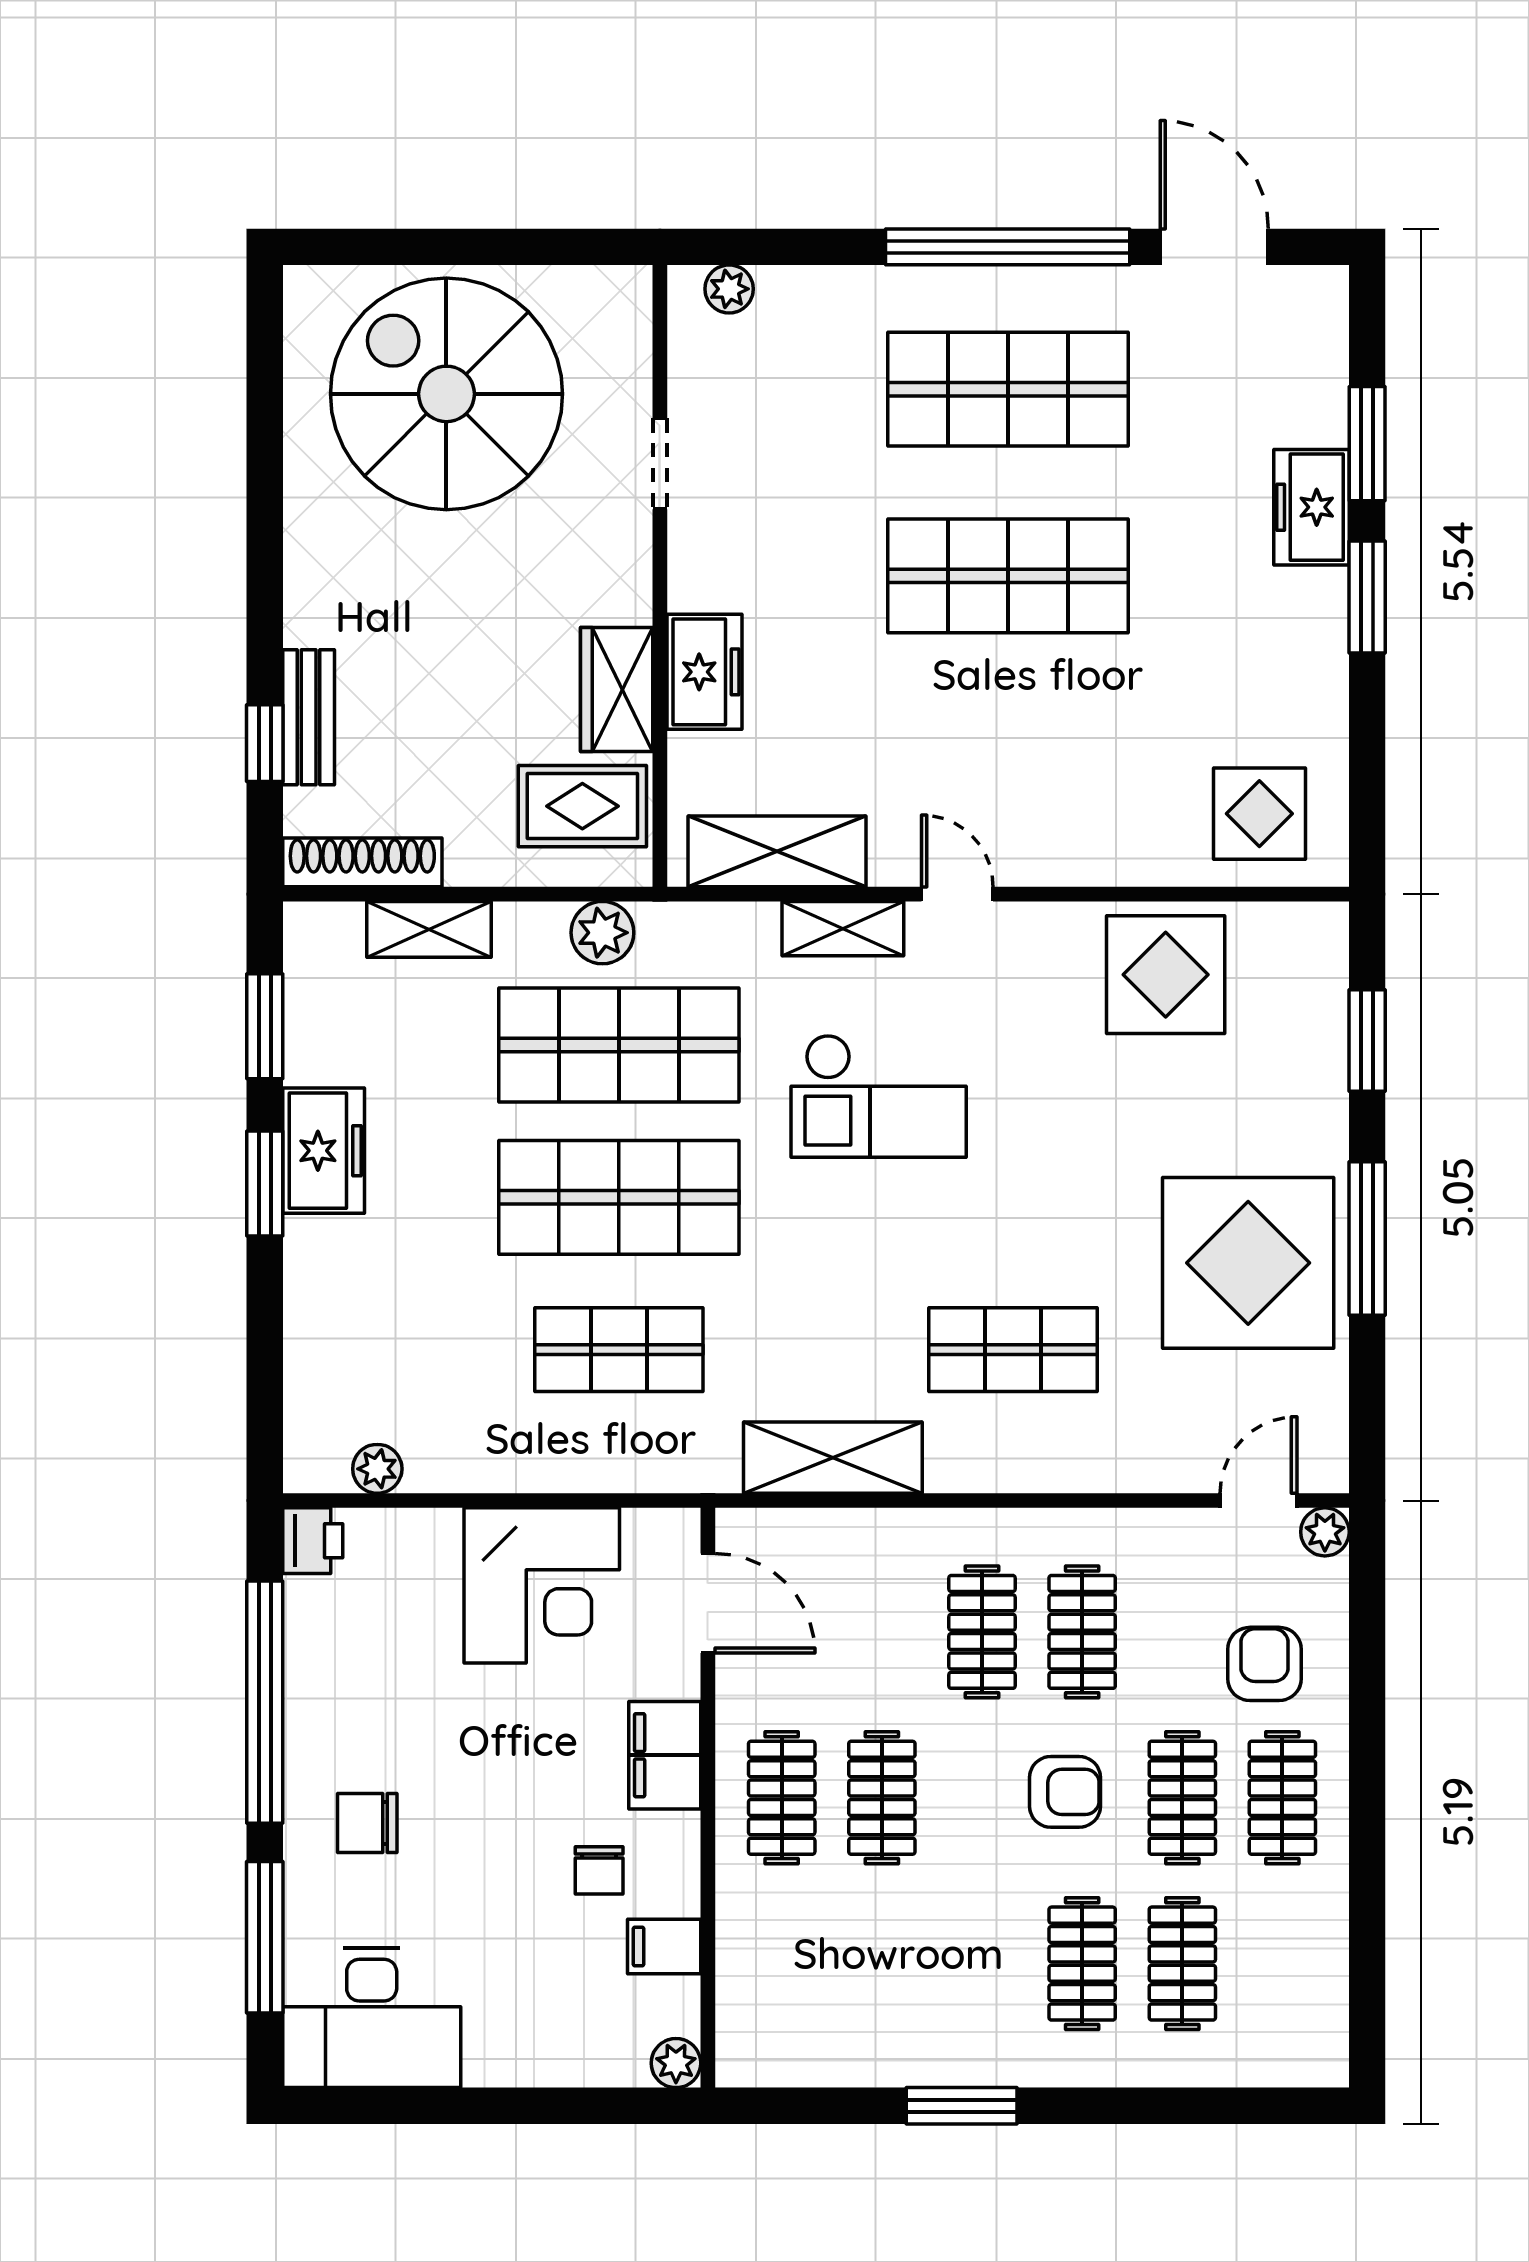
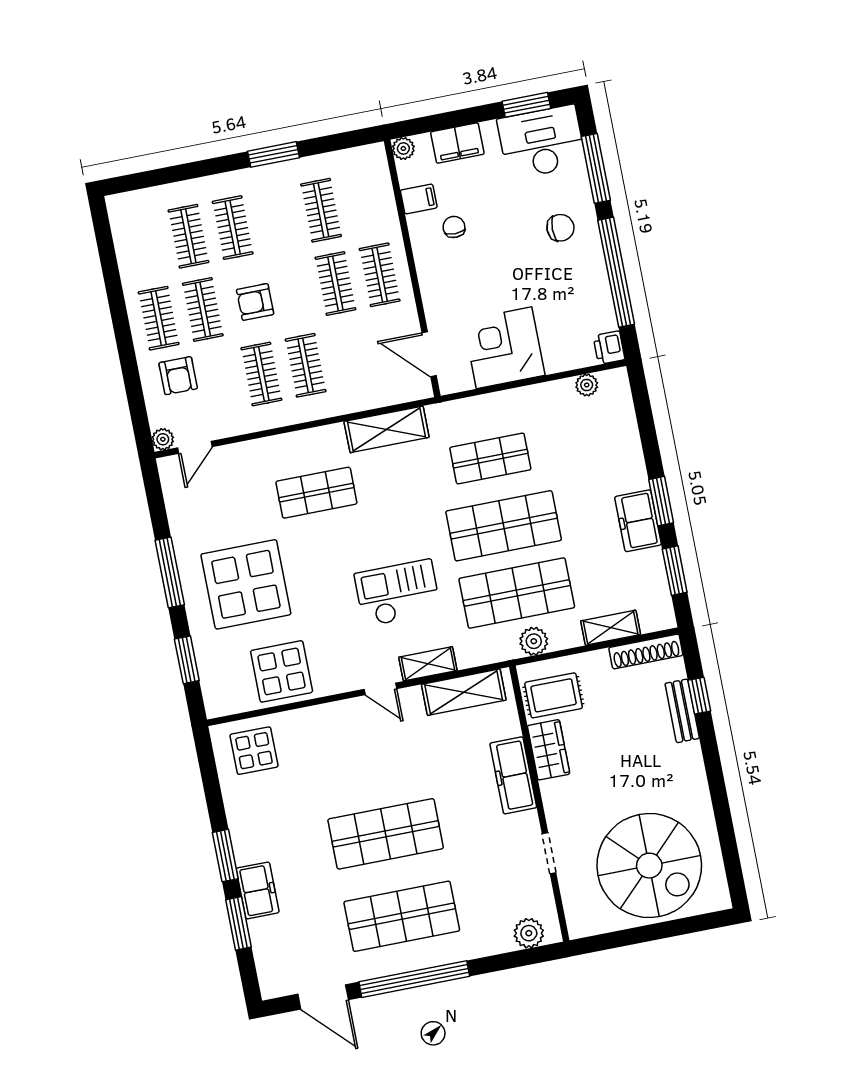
plant: (729, 289) -> (529, 933), width x1.38, depth x1.38
freezer: (704, 672) -> (513, 775), width x1.40
display table: (1248, 1263) -> (246, 584), moved
filing cabinet: (665, 1755) -> (457, 143), moved, turned 90
clothes rail: (882, 1964) -> (321, 210), added
window: (389, 2106) -> (526, 105), added

